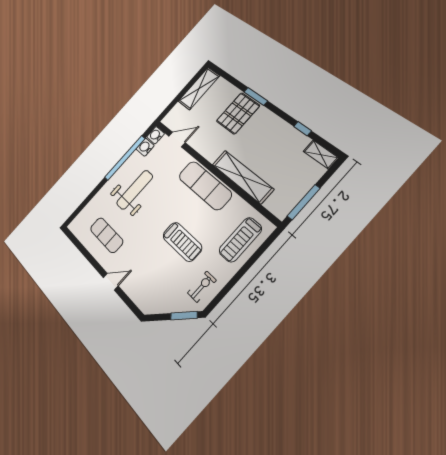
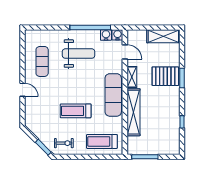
shelving: (321, 155) -> (132, 77), moved
treadmill: (182, 242) -> (76, 111), turned 90

